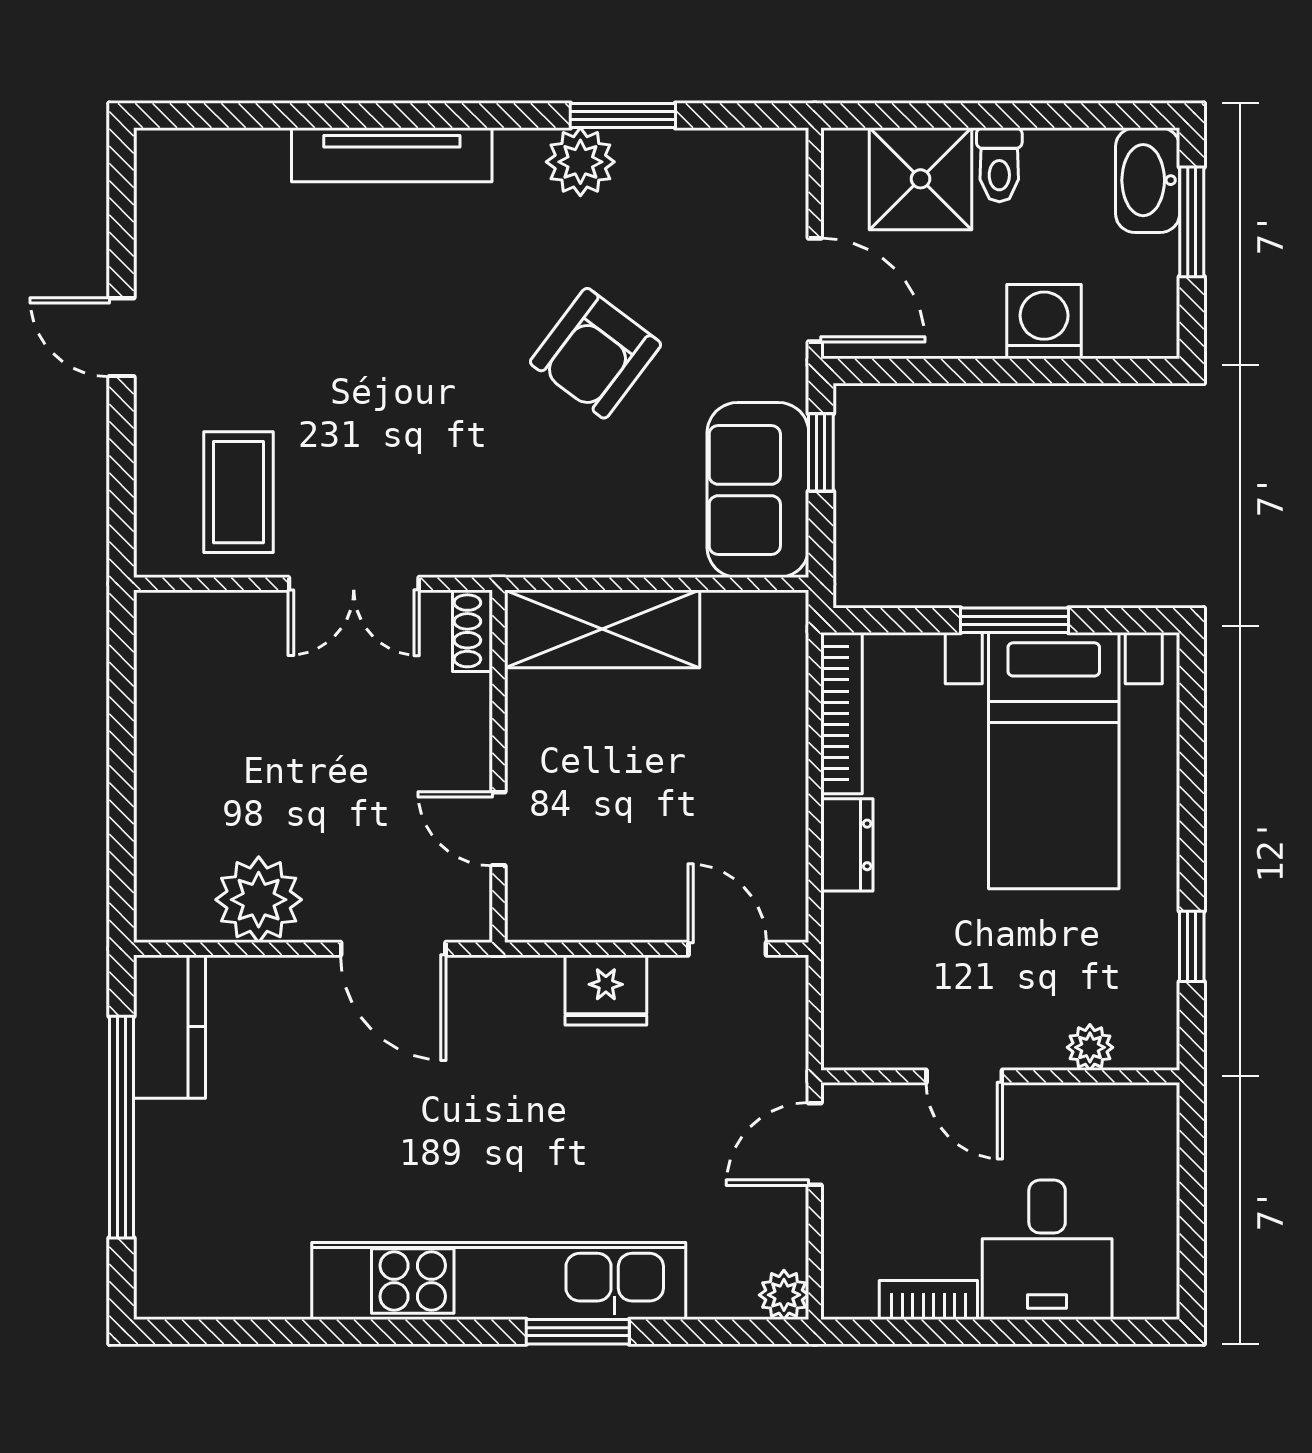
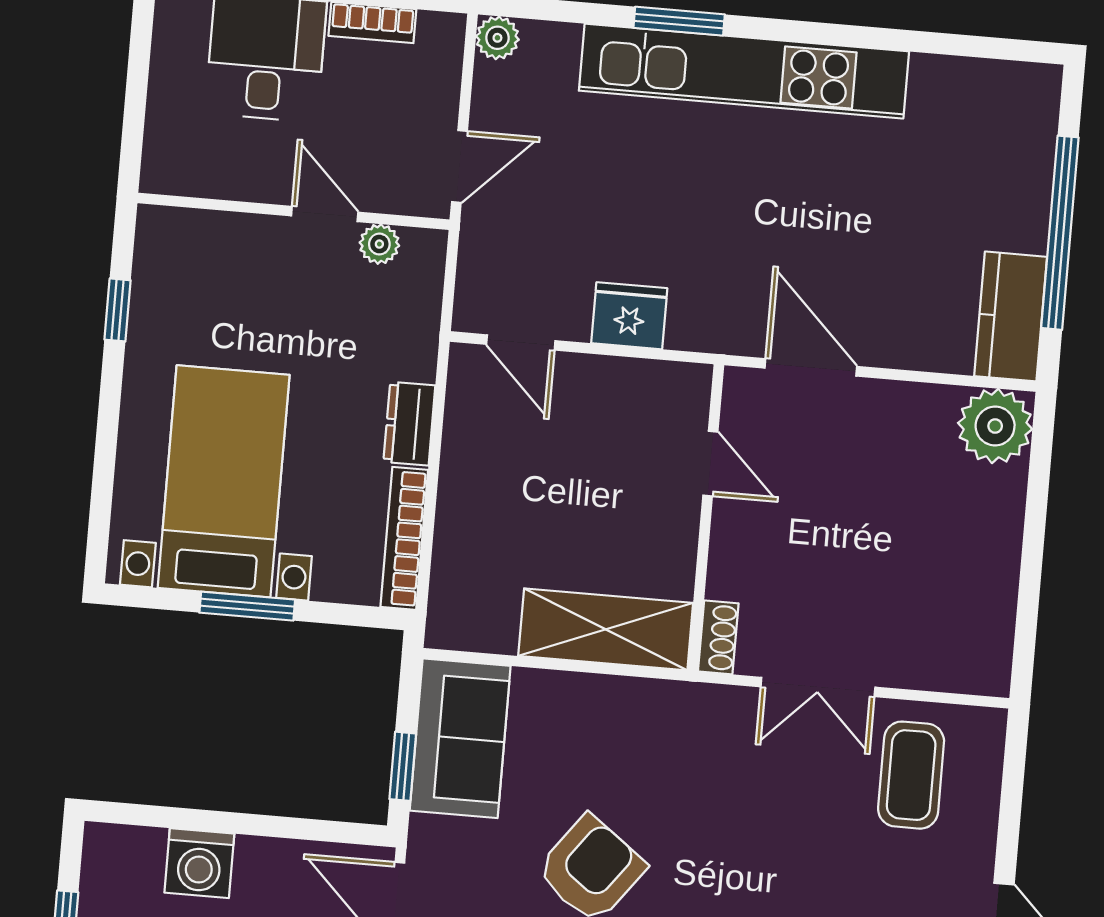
double door: (354, 584) -> (818, 687), swing flipped
plant: (259, 900) -> (995, 426), moved
plant: (1090, 1047) -> (379, 244), moved

